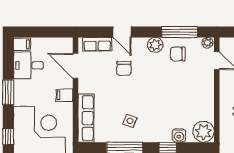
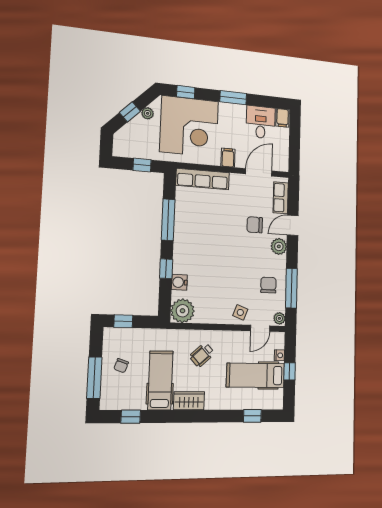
plant: (155, 45) -> (279, 246), moved
side table: (130, 121) -> (240, 312), moved

